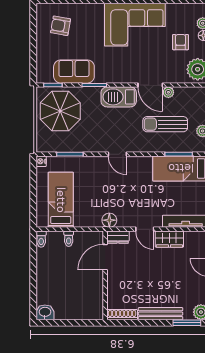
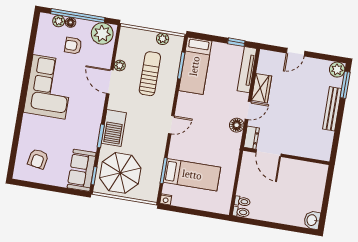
sofa: (74, 72) -> (82, 170), moved
door: (150, 85) -> (110, 82), swing flipped
barbecue: (119, 97) -> (114, 128), moved
sun lounger: (165, 124) -> (150, 74), turned 180
bed: (61, 200) -> (192, 175), moved, turned 180
floor lamp: (109, 220) -> (237, 125), moved
toilet: (69, 239) -> (242, 201), moved
shoe rack: (122, 315) -> (327, 146), removed

